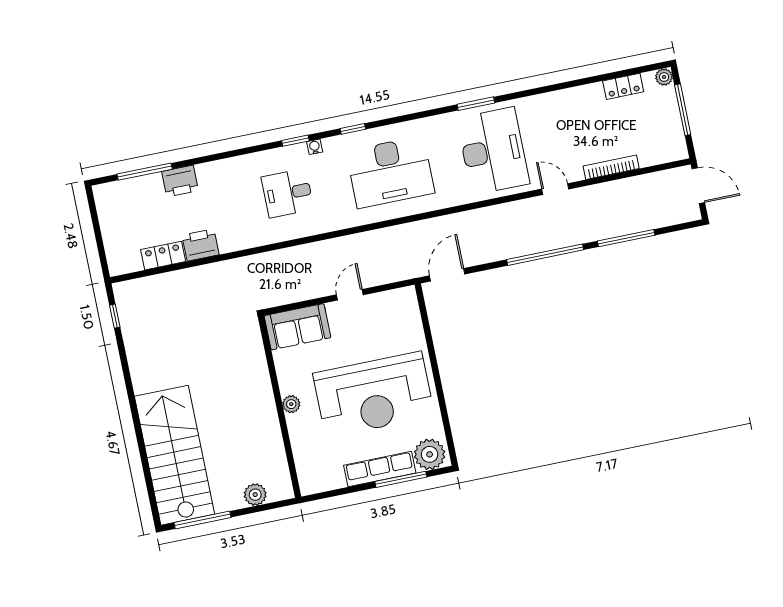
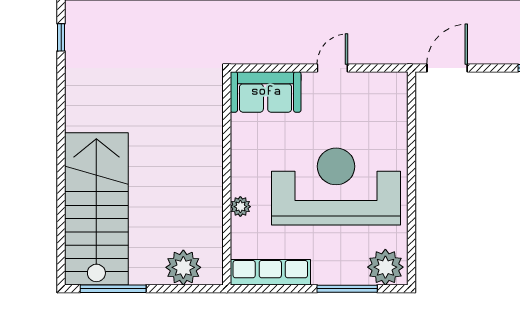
reception desk: (374, 395) -> (336, 186), turned 180
plant: (291, 404) -> (240, 207), moved
row of seats: (380, 469) -> (270, 272), moved
plant: (255, 495) -> (183, 267), width x1.36, depth x1.36

